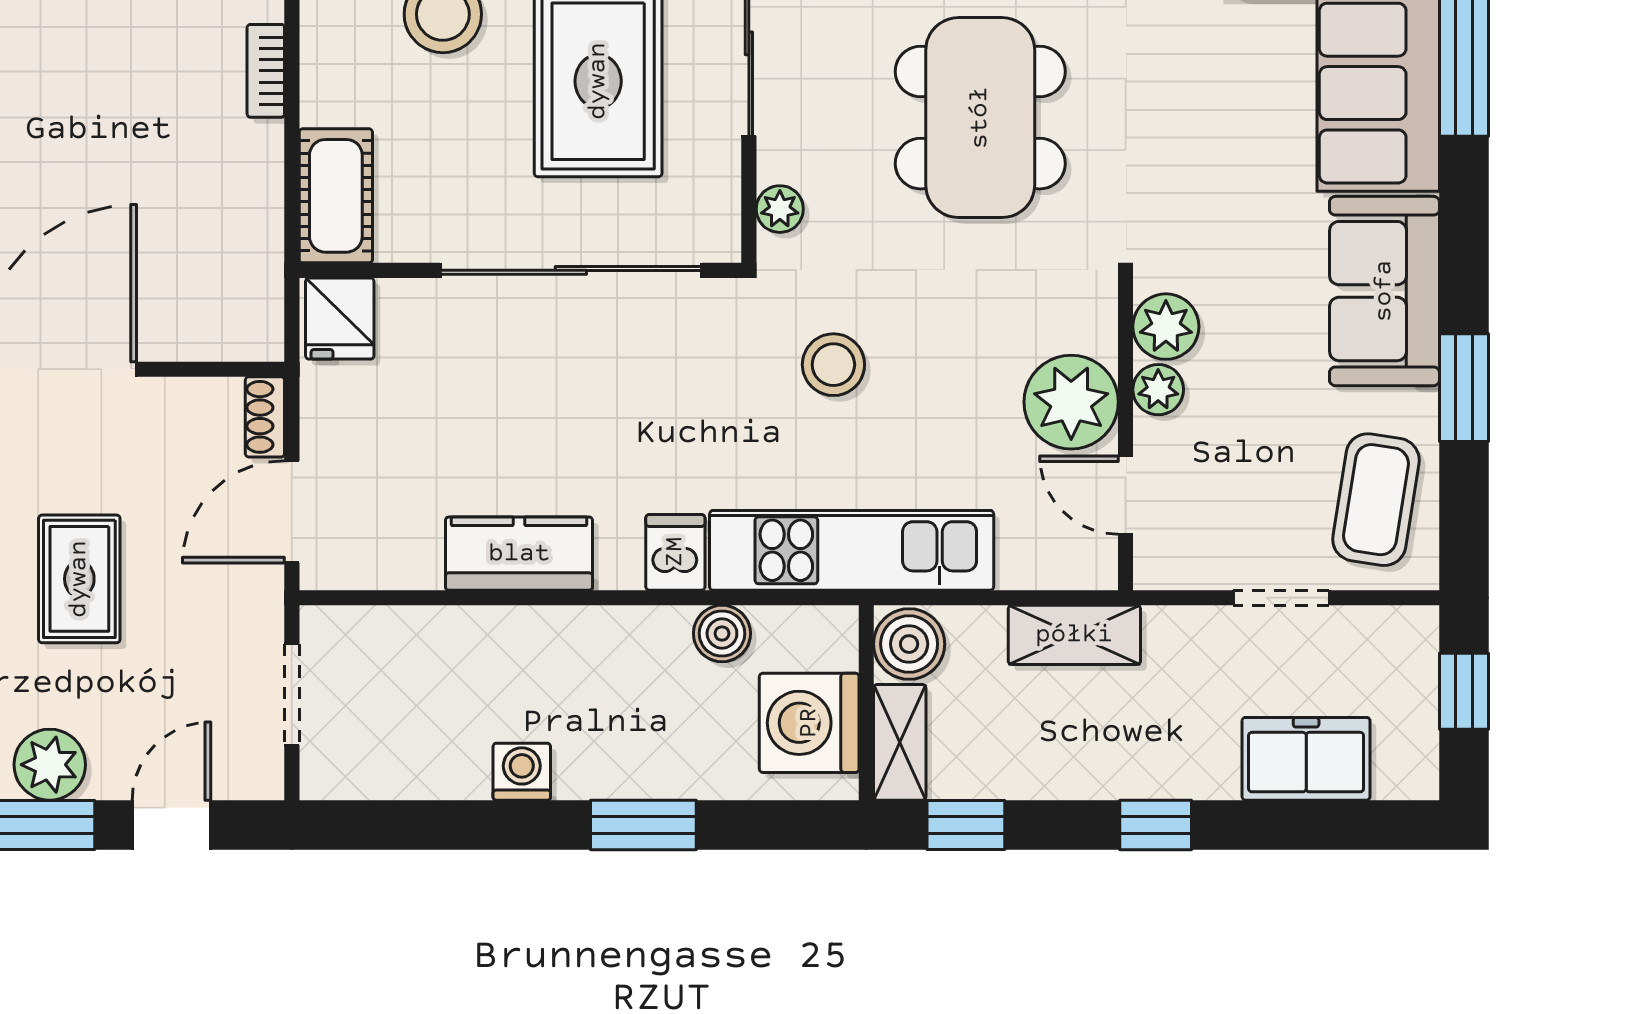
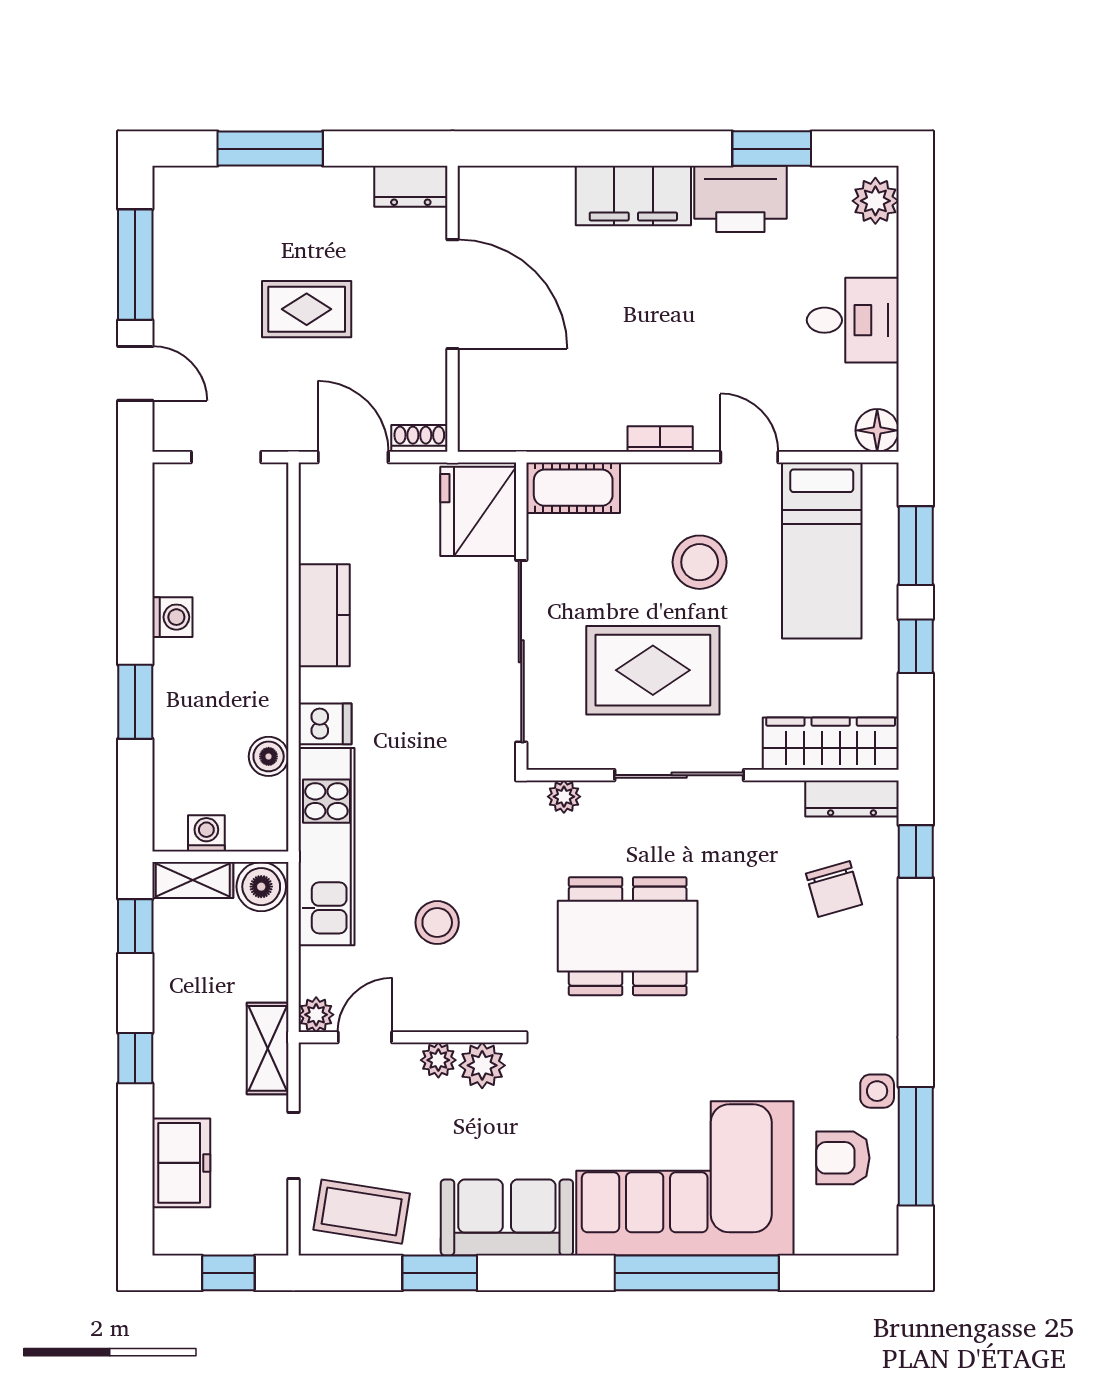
fridge: (340, 319) -> (478, 511), width x1.88, depth x1.34
stool: (833, 365) -> (437, 923), moved
plant: (1071, 402) -> (316, 1015), moved, width x0.53, depth x0.53
shelving: (1074, 635) -> (268, 1048), moved
washing machine: (809, 723) -> (206, 833), width x0.53, depth x0.53
plant: (50, 765) -> (177, 289), removed

